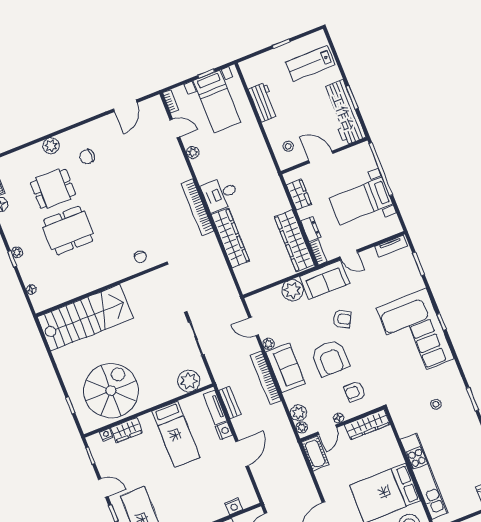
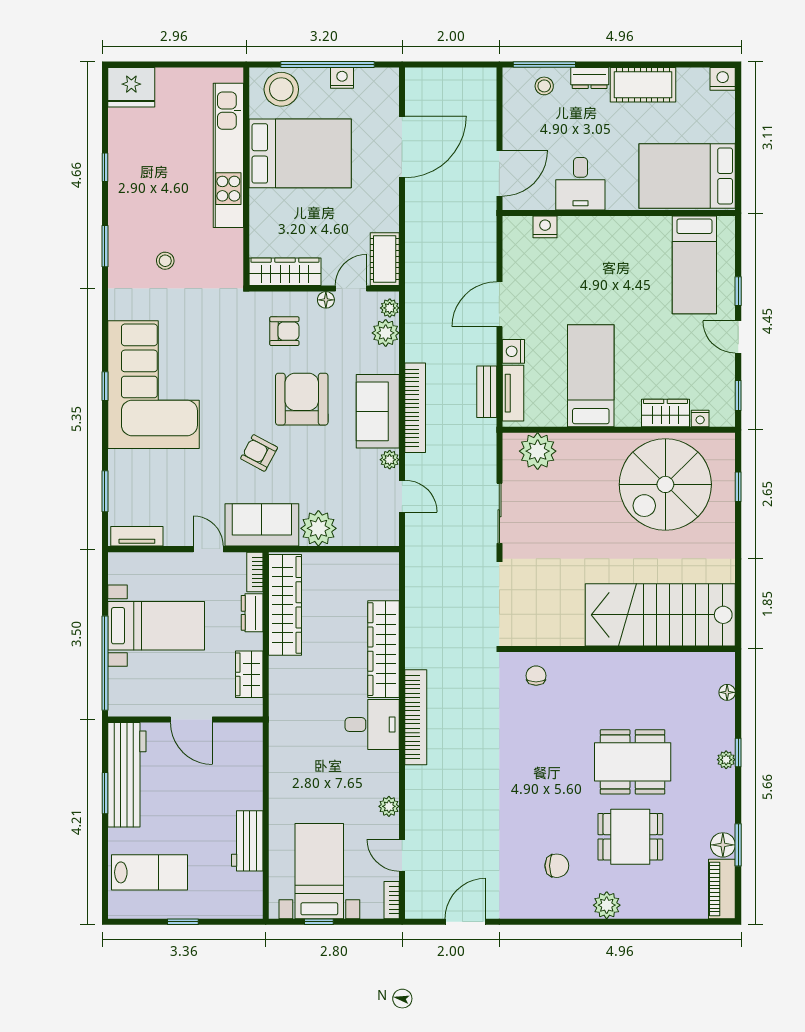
stool: (288, 146) -> (236, 757), removed

